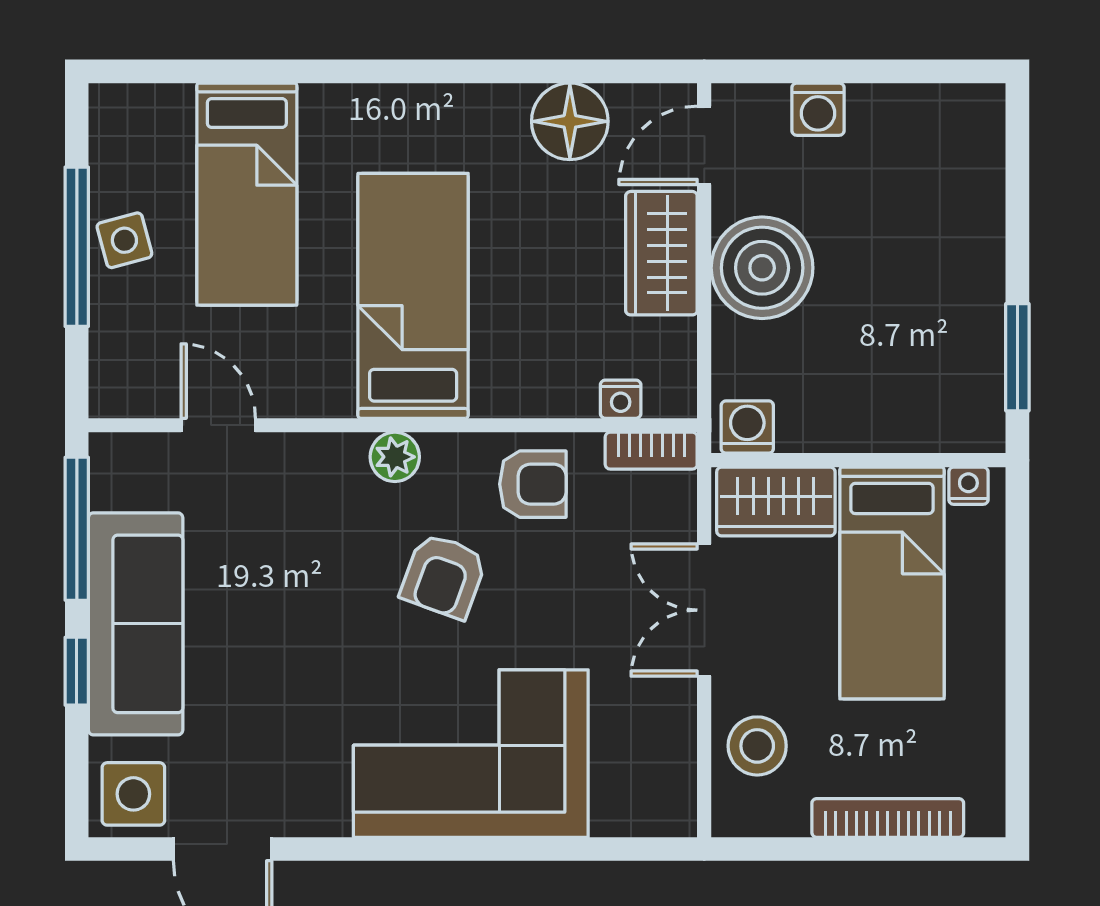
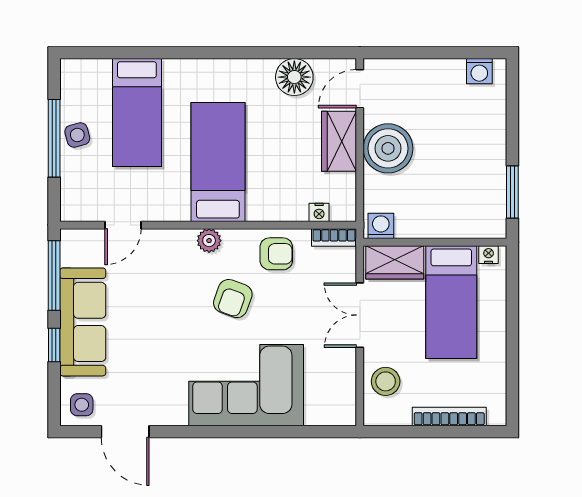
washing machine: (818, 109) -> (479, 71), moved
door: (218, 425) -> (123, 225), swing flipped
side table: (133, 794) -> (82, 405), width x0.73, depth x0.73

